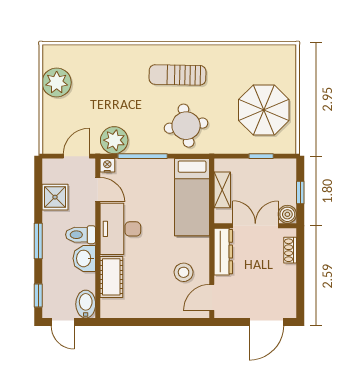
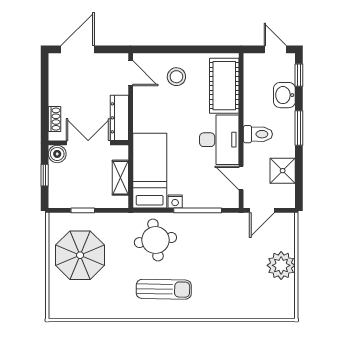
plant: (57, 82) -> (281, 265), moved
plant: (114, 140) -> (225, 226), removed
nightstand: (107, 165) -> (175, 201), moved
double door: (255, 226) -> (88, 143), swing flipped
washbasin: (84, 258) -> (284, 95), moved, turned 180
stool: (184, 272) -> (176, 77), moved
cot: (111, 277) -> (224, 86), width x1.37, depth x1.34
door: (212, 297) -> (131, 73), hinge flipped
bidet: (86, 304) -> (253, 67), removed

